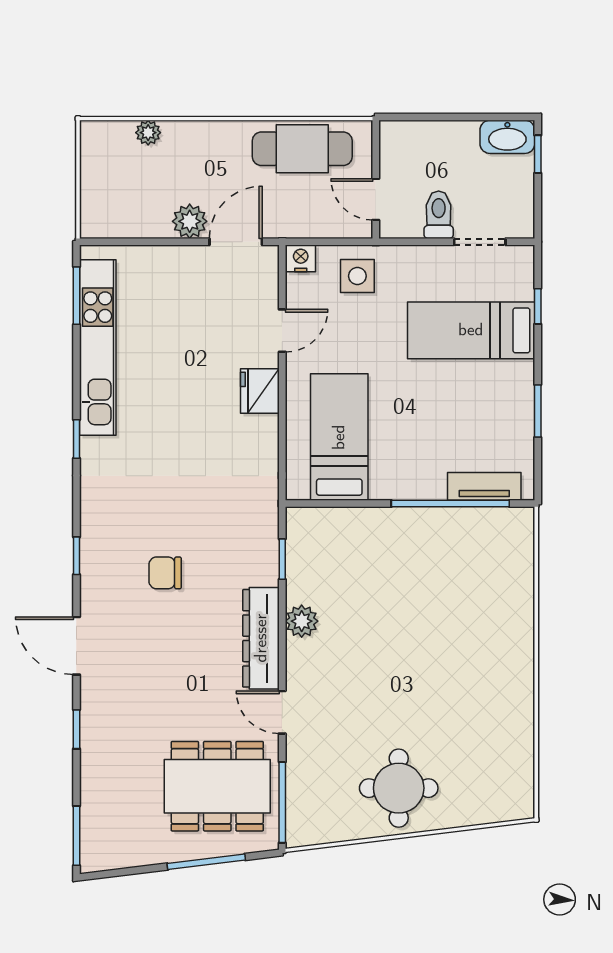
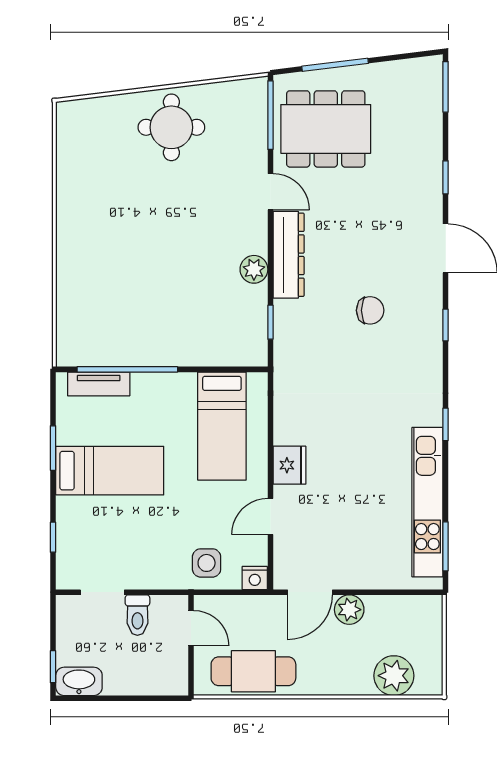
plant: (148, 133) -> (394, 676), width x1.87, depth x1.87
bed: (471, 330) -> (110, 471), moved

